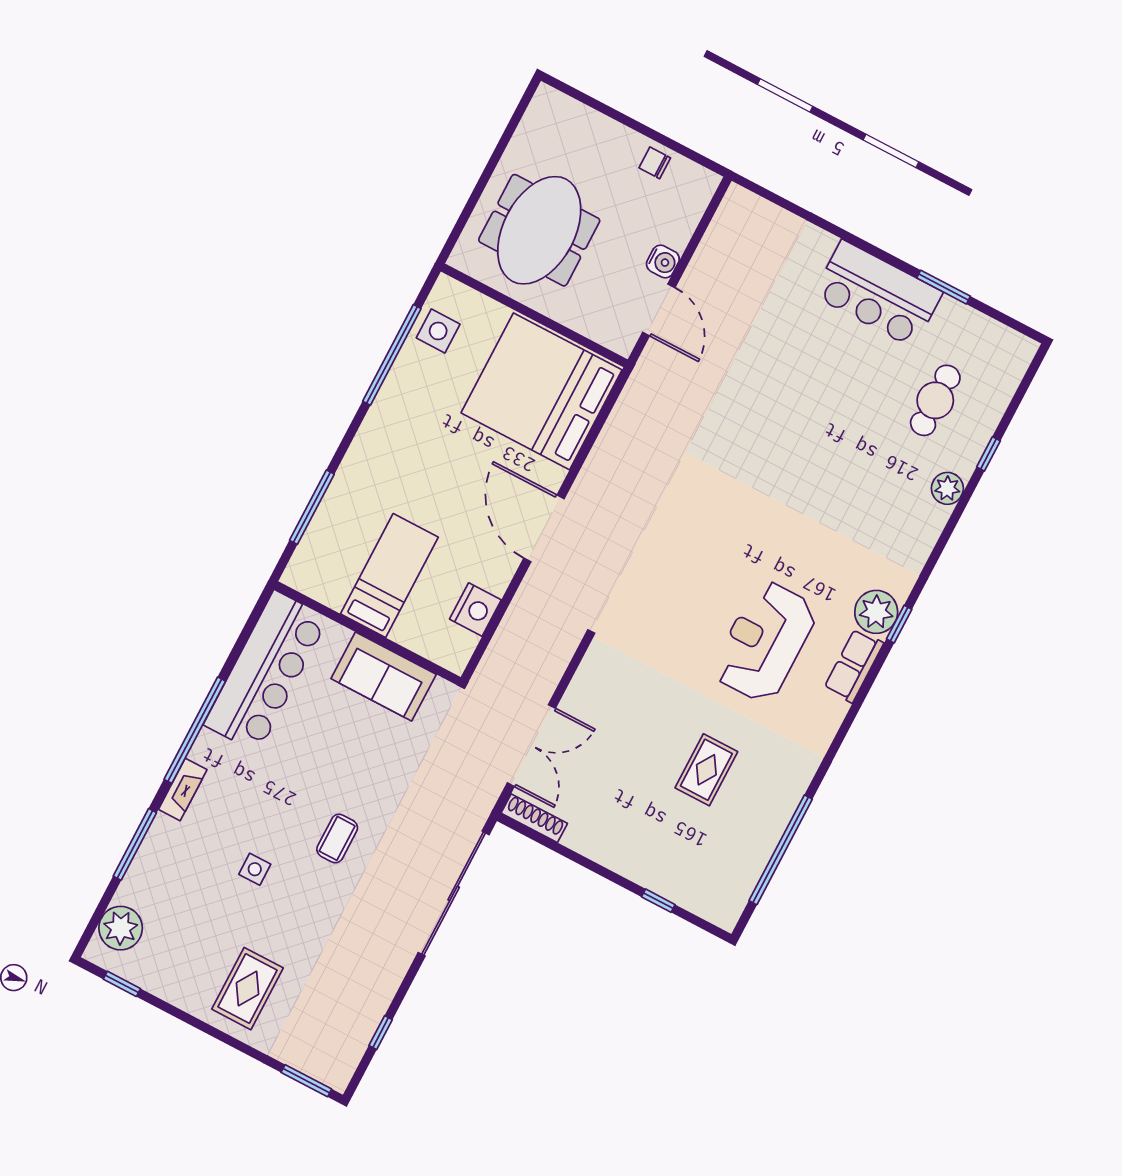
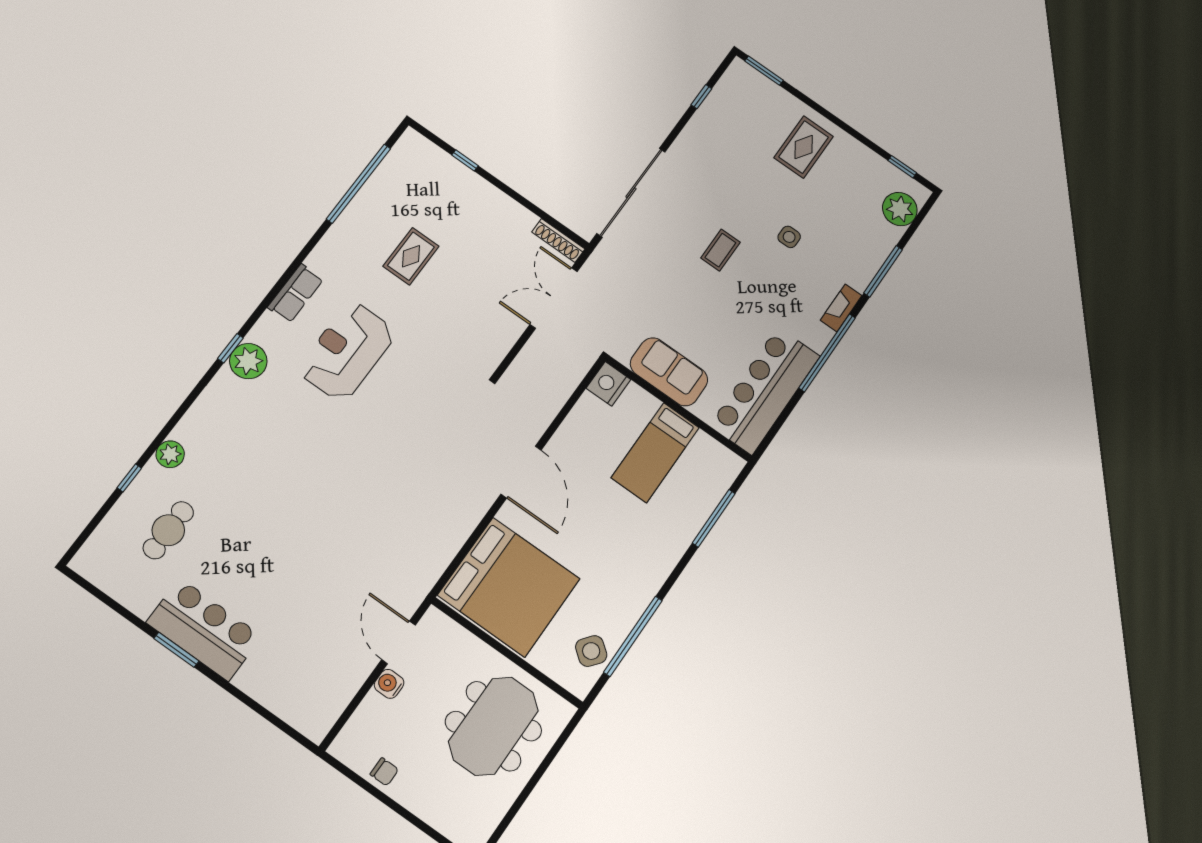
window: (944, 287) -> (176, 650), moved
side table: (438, 331) -> (591, 651), turned 38
nightstand: (475, 610) -> (608, 384), moved
reception desk: (765, 641) -> (347, 351), turned 180
row of seats: (854, 666) -> (295, 293), moved

